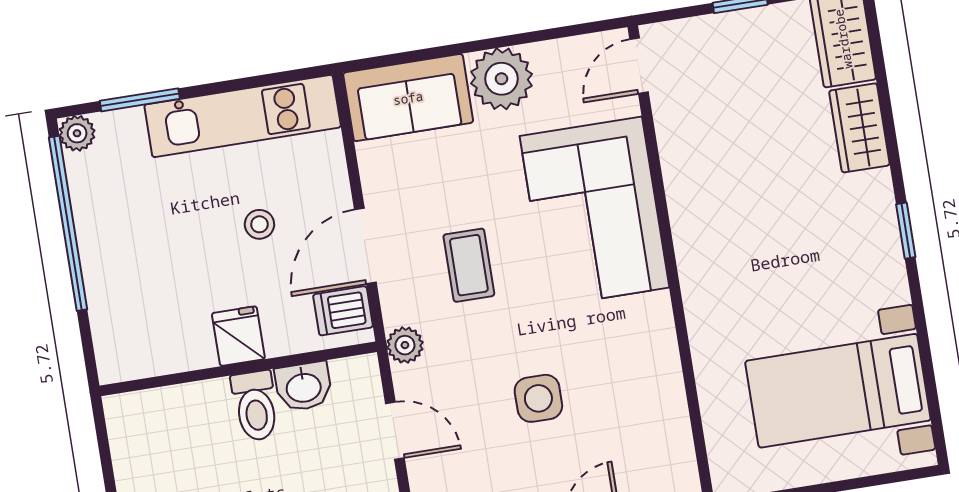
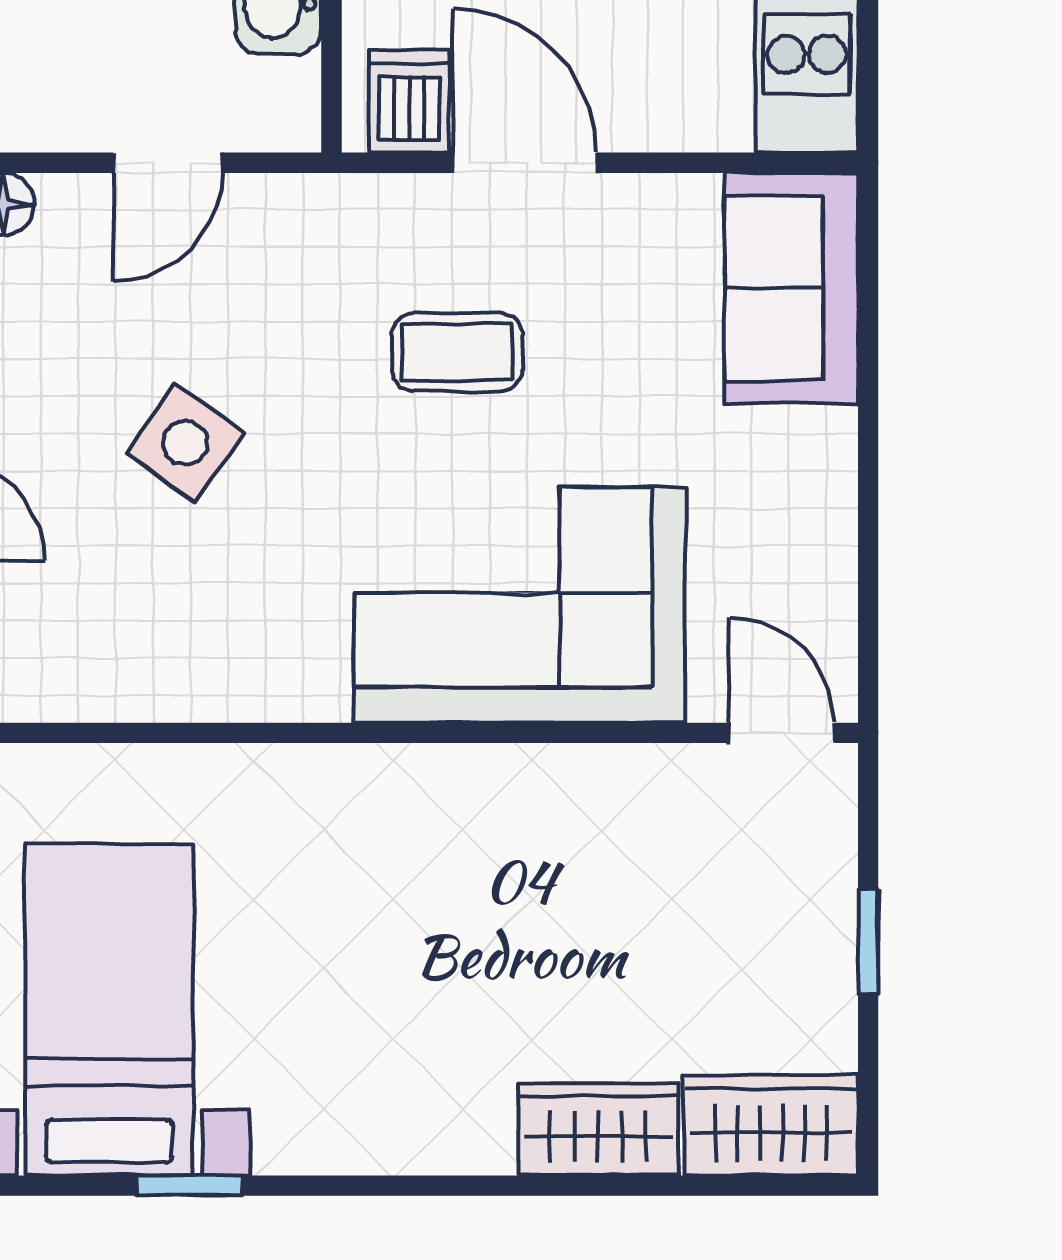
plant: (501, 79) -> (799, 470), removed
window: (906, 231) -> (190, 1186), moved
plant: (405, 345) -> (326, 207), removed
side table: (538, 398) -> (185, 443), turned 36

